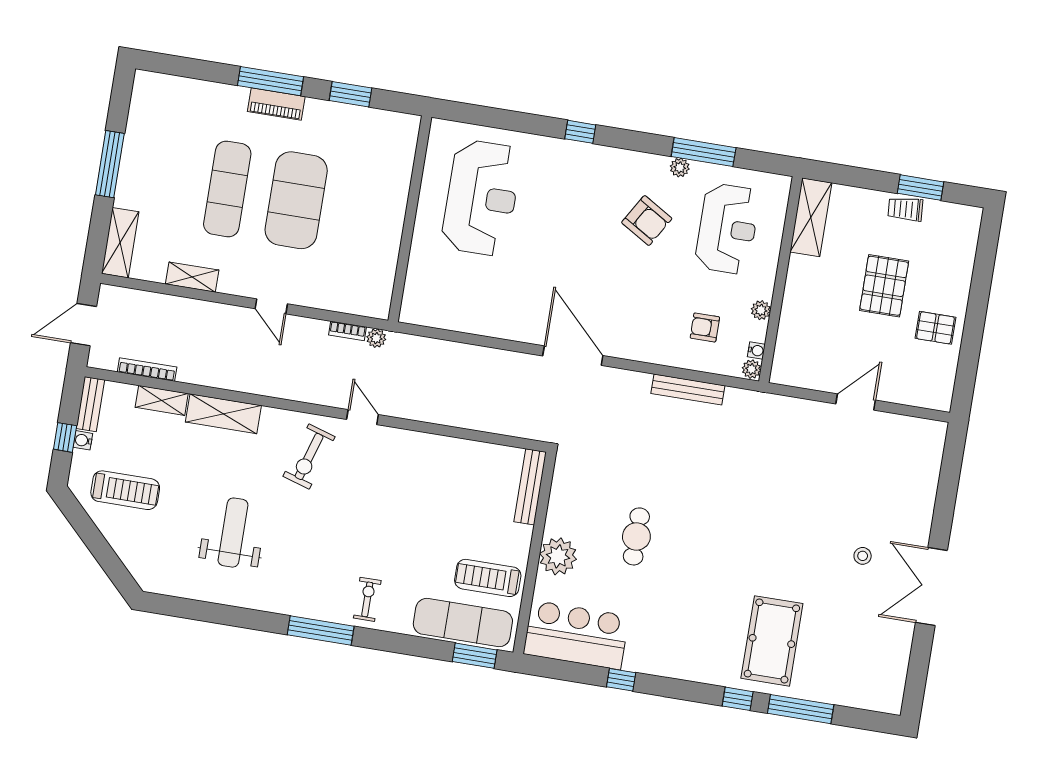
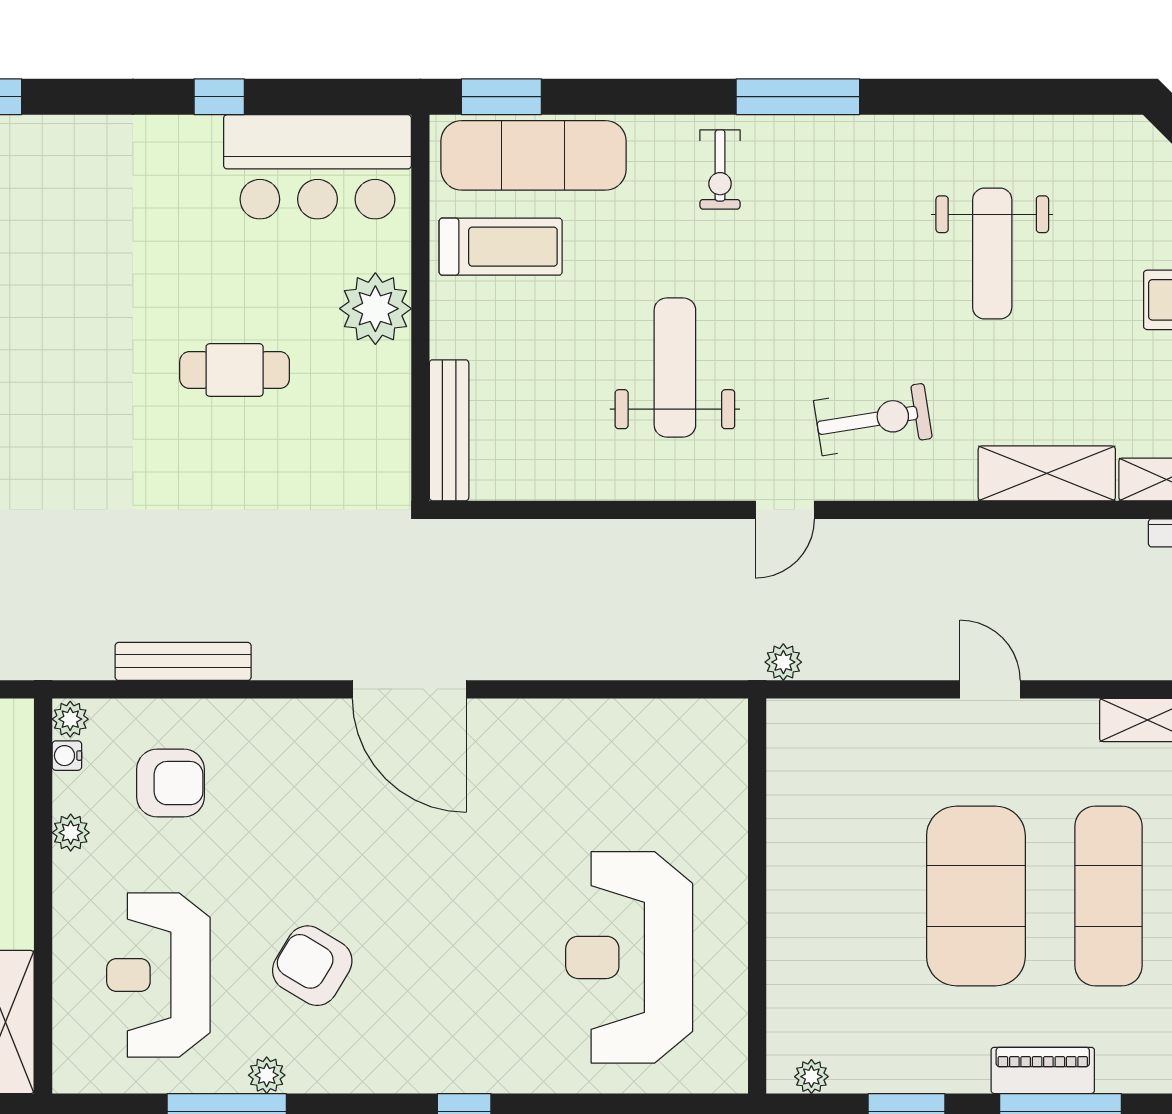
plant: (397, 120) -> (811, 1077), added
armchair: (705, 327) -> (170, 783), width x1.38, depth x1.38
bookcase: (347, 331) -> (839, 667), removed
door: (363, 417) -> (785, 510), hinge flipped
exercise bike: (309, 456) -> (873, 419), turned 64
weight bench: (408, 500) -> (675, 367), added
cafe table: (636, 536) -> (235, 370), turned 90

